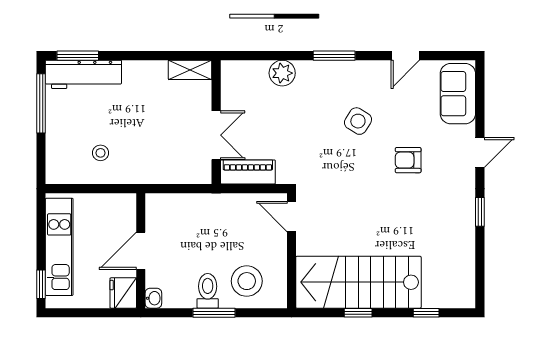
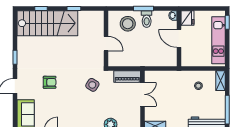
side table: (358, 121) -> (92, 85), moved
double door: (216, 135) -> (143, 94), swing flipped
shelving: (55, 163) -> (221, 81), added
door: (291, 217) -> (106, 44), moved
door: (141, 251) -> (179, 38), swing flipped
stairs: (358, 282) -> (47, 23), moved

